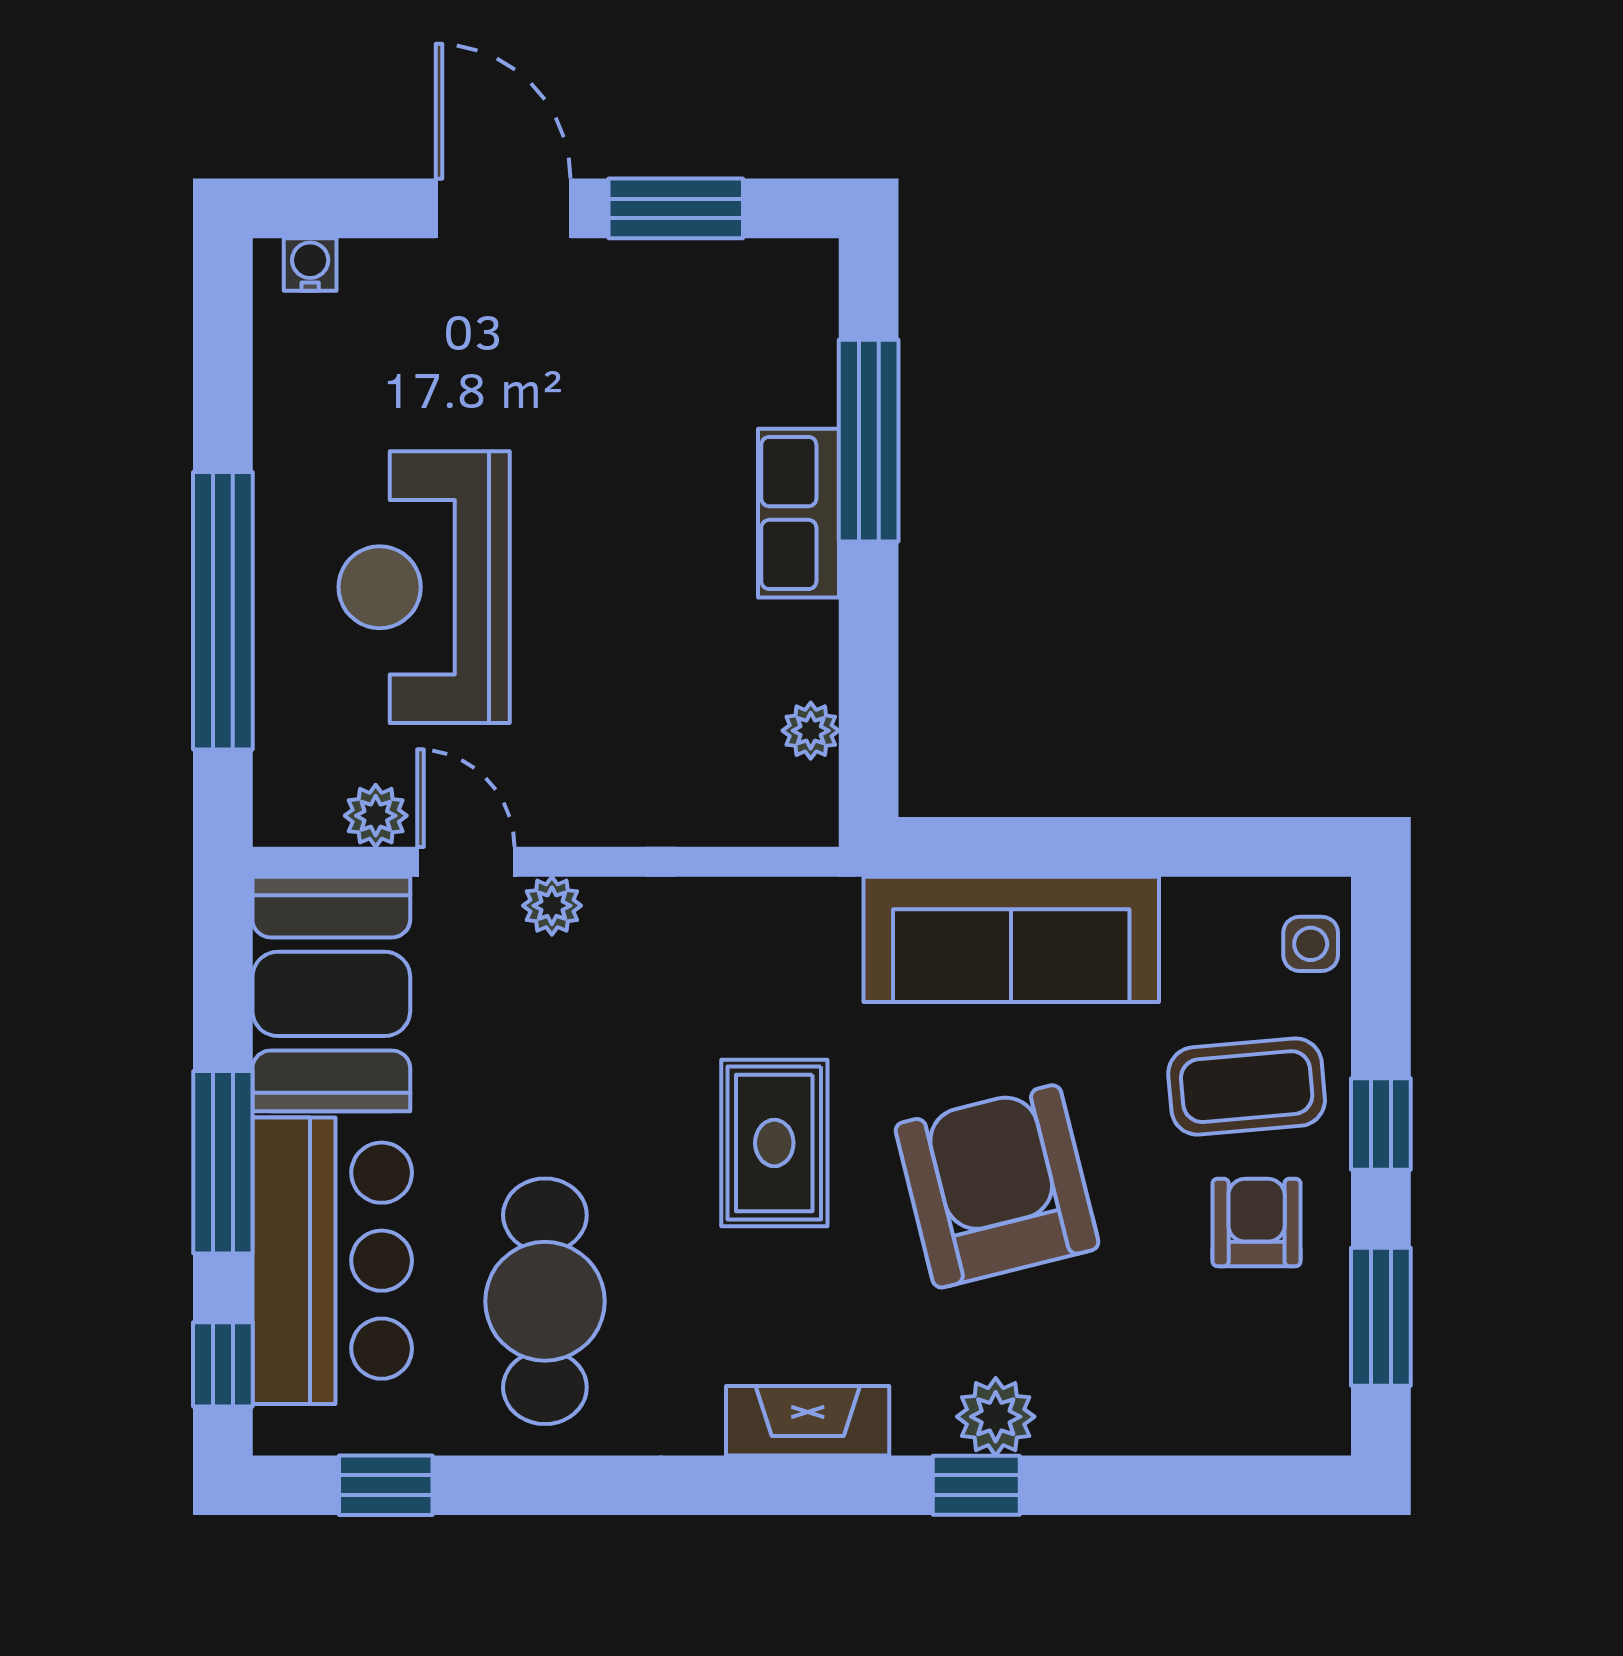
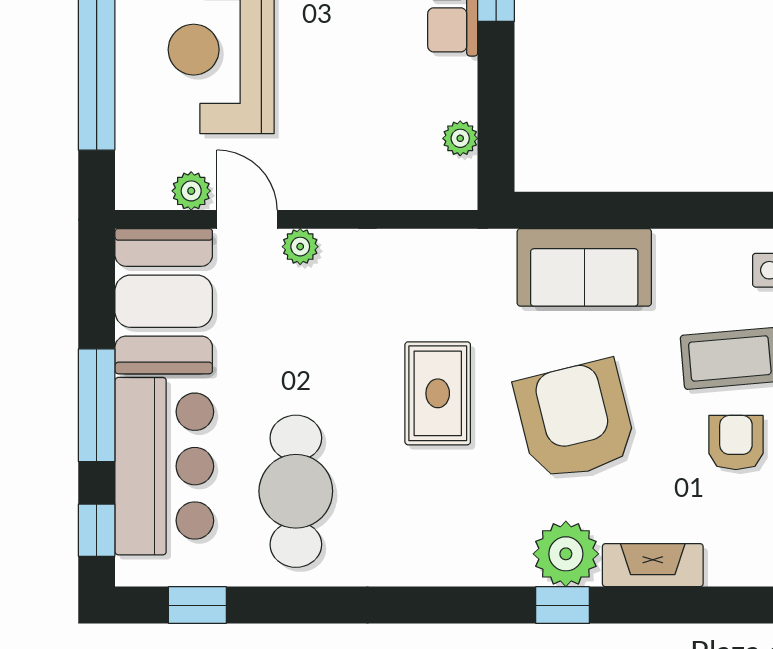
sofa: (1011, 939) -> (584, 267), width x0.73
plant: (996, 1417) -> (566, 554), width x1.36, depth x1.36
fireplace: (808, 1421) -> (653, 565), moved

